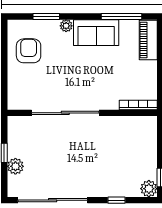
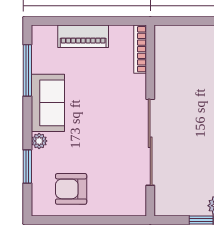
piano: (148, 40) -> (83, 36), moved

